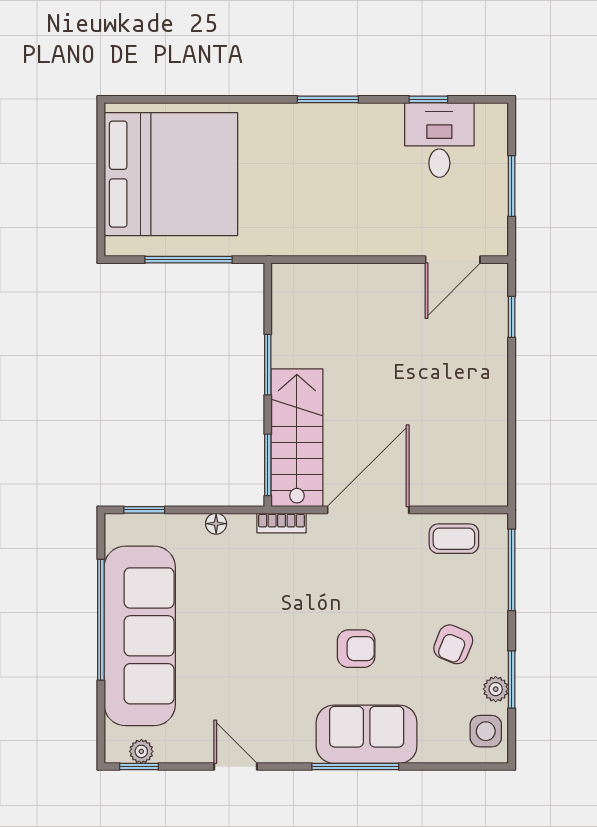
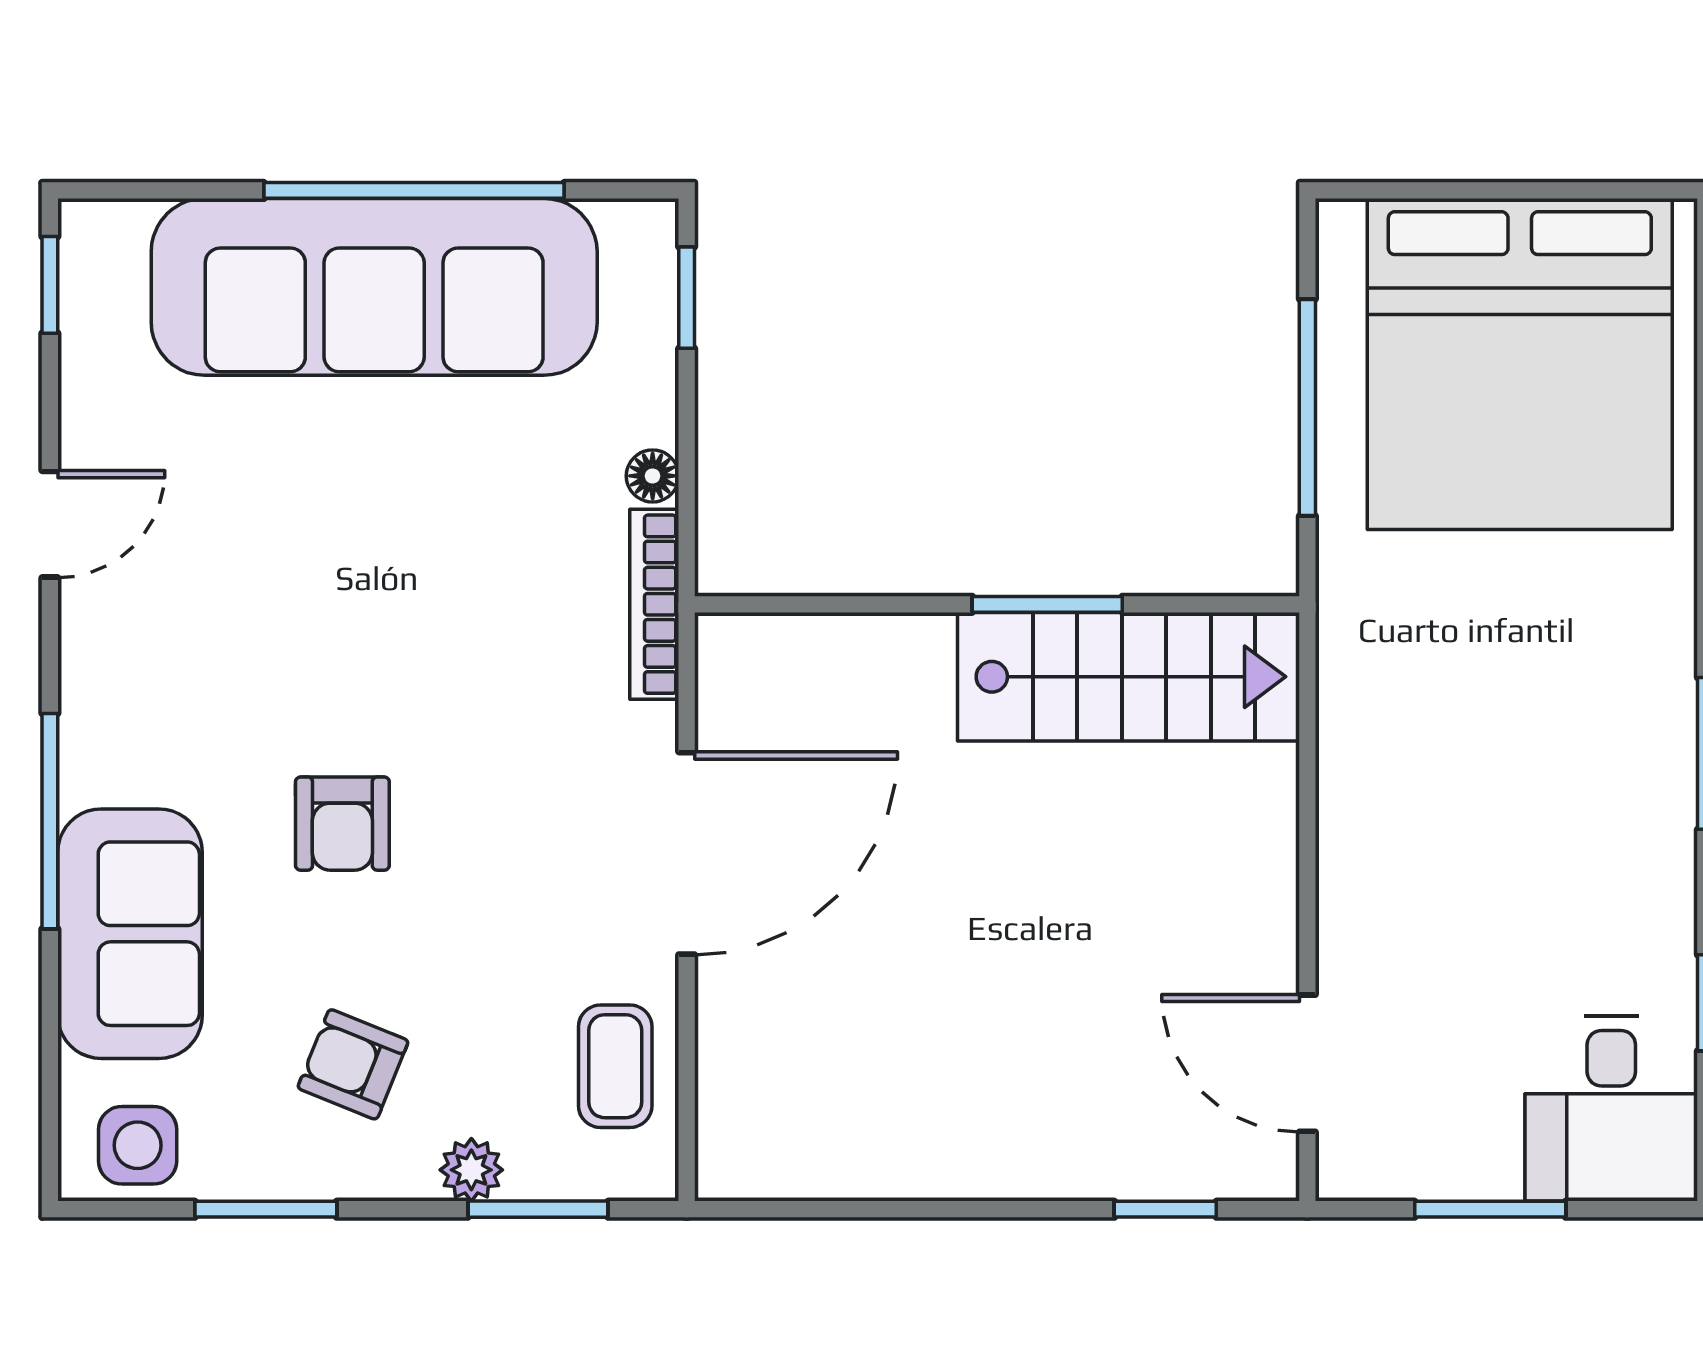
desk: (439, 140) -> (1611, 1108), moved, turned 90
stairs: (297, 438) -> (1129, 677), moved
window: (268, 465) -> (798, 604), removed
door: (368, 510) -> (687, 853), hinge flipped
bookcase: (282, 523) -> (654, 604), width x1.56
window: (512, 570) -> (538, 1209), width x0.69
plant: (496, 689) -> (471, 1170), moved
sofa: (367, 734) -> (130, 934), moved
plant: (141, 751) -> (87, 290), removed

